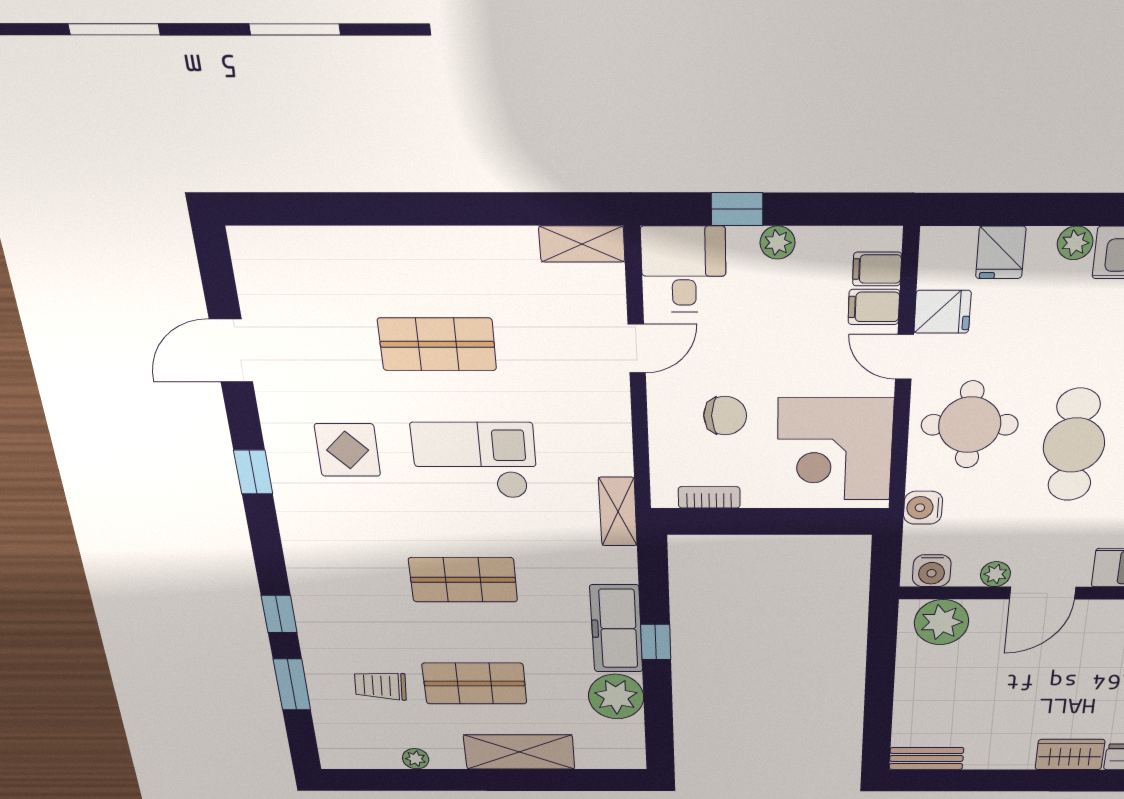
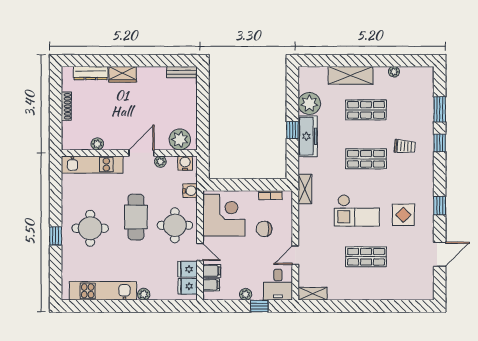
fridge: (1001, 252) -> (188, 286), moved, turned -90
trolley: (380, 686) -> (405, 146), moved

